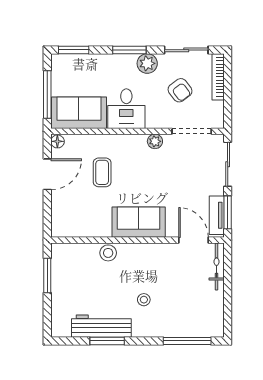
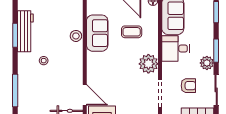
armchair: (180, 90) -> (188, 86), turned -143
plant: (155, 141) -> (148, 64), width x1.88, depth x1.88
sofa: (139, 222) -> (97, 33), moved
door: (194, 240) -> (85, 95), hinge flipped

